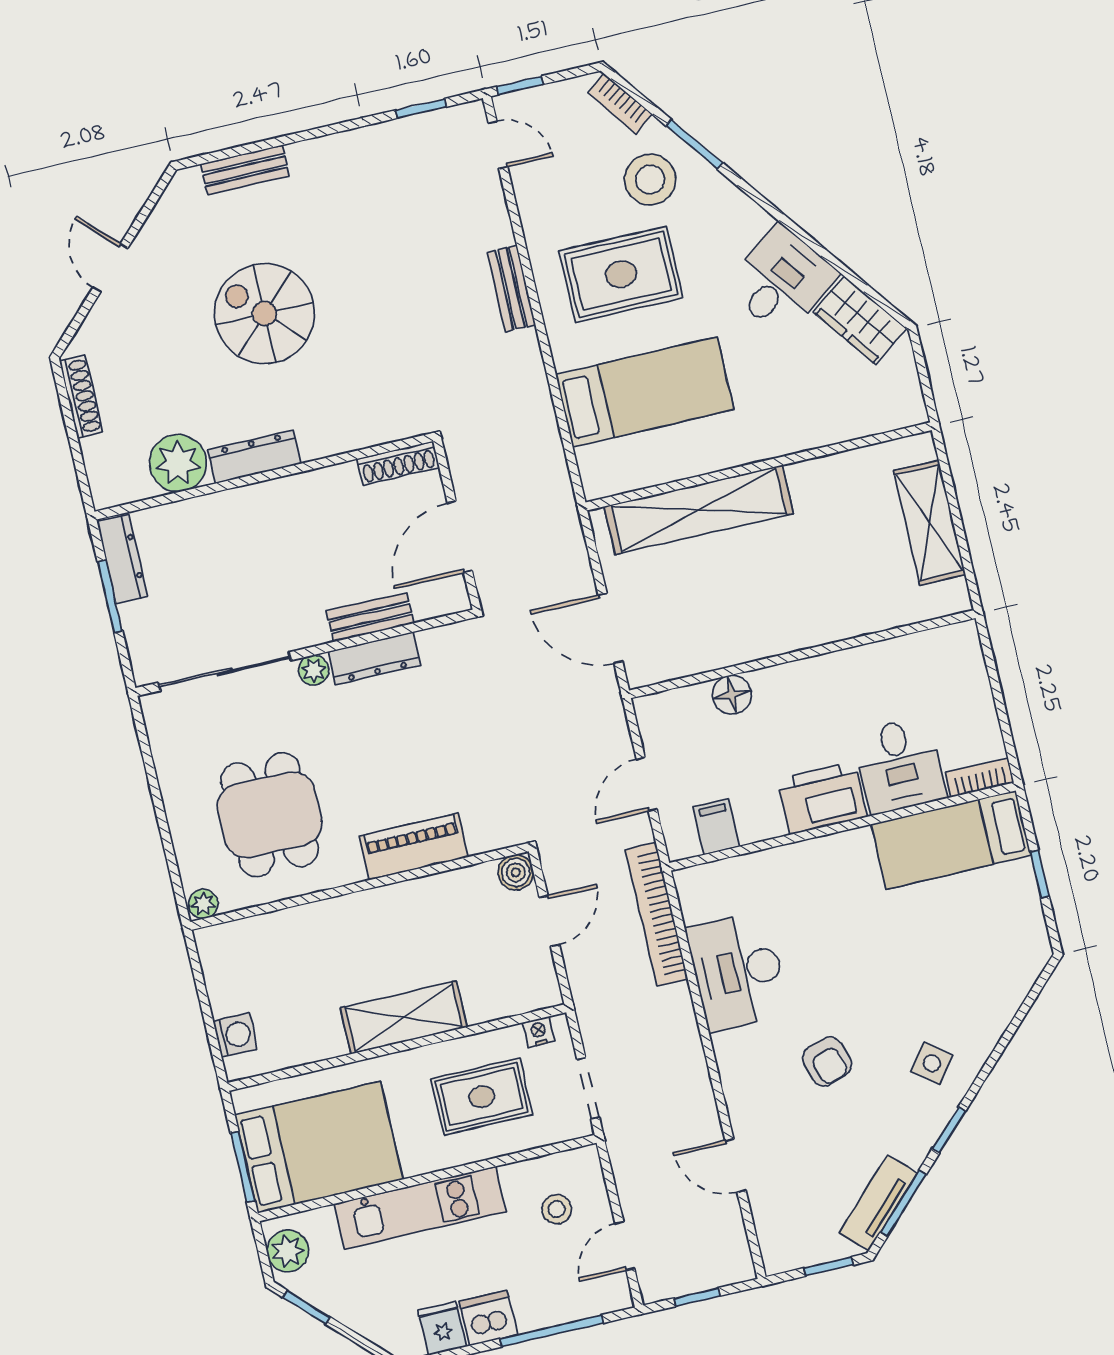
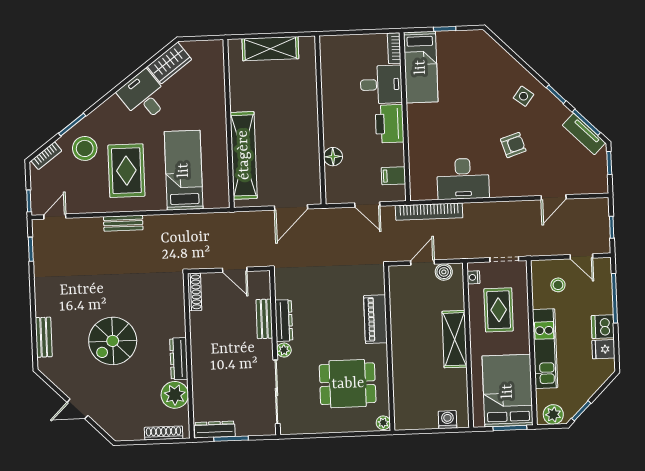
shoe rack: (81, 397) -> (164, 433), moved
door: (460, 537) -> (235, 270), width x0.73
boiler: (516, 872) -> (444, 272), moved
door: (549, 921) -> (422, 262), hinge flipped

